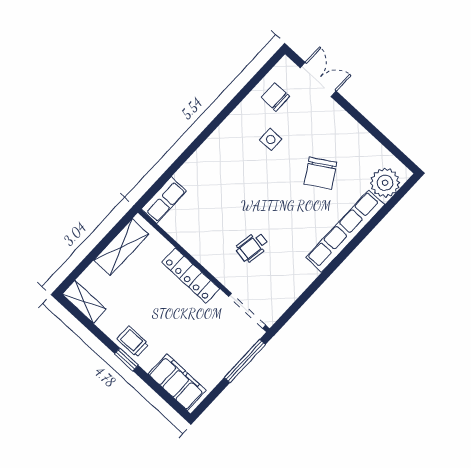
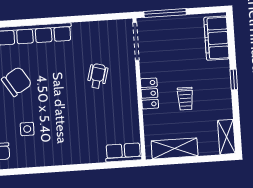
wheelchair: (252, 247) -> (98, 76), turned -84
locker: (191, 275) -> (149, 93), width x0.66
trolley: (133, 342) -> (185, 99), moved

